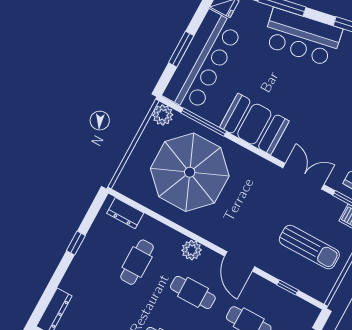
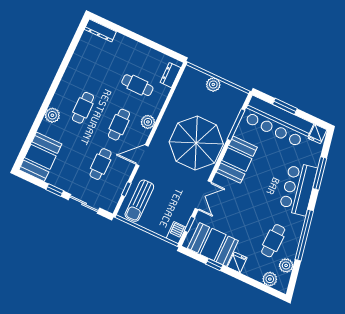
plant: (163, 115) -> (213, 84), moved
parasol: (190, 172) -> (196, 143), moved
window: (76, 243) -> (148, 43), removed
sun lounger: (309, 247) -> (139, 201), moved

